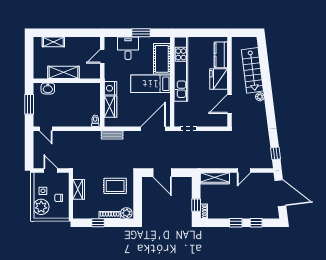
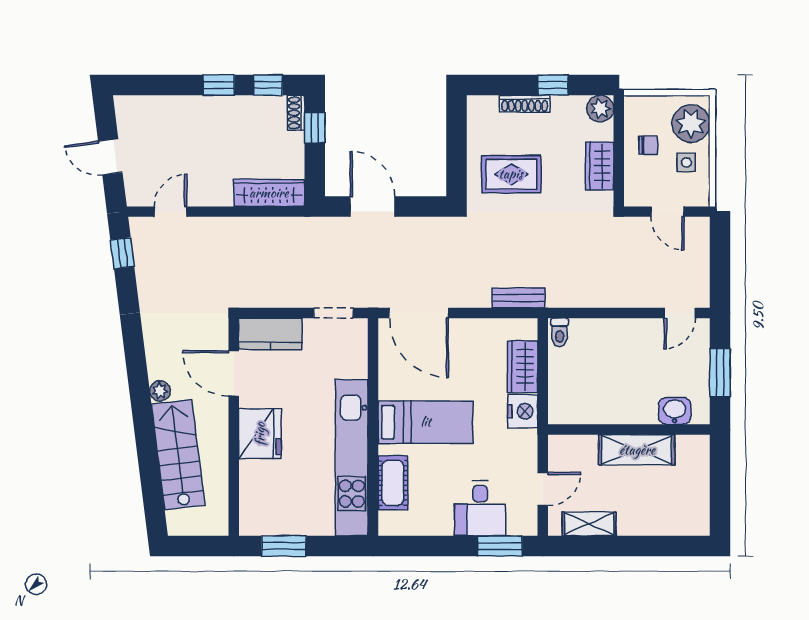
window: (141, 33) -> (500, 546), moved
window: (209, 33) -> (284, 546), added
shelving: (53, 42) -> (589, 524), moved
kitchen counter: (221, 55) -> (270, 334), moved, turned 90
cot: (162, 59) -> (393, 483), width x0.73, depth x0.75
door: (230, 104) -> (234, 373), swing flipped
door: (46, 129) -> (680, 313), swing flipped
door: (153, 129) -> (419, 313), hinge flipped
door: (244, 171) -> (171, 212), moved
door: (162, 173) -> (372, 207), moved
door: (280, 193) -> (110, 157), width x0.53
plant: (126, 213) -> (600, 109), moved
window: (256, 223) -> (268, 85), moved

